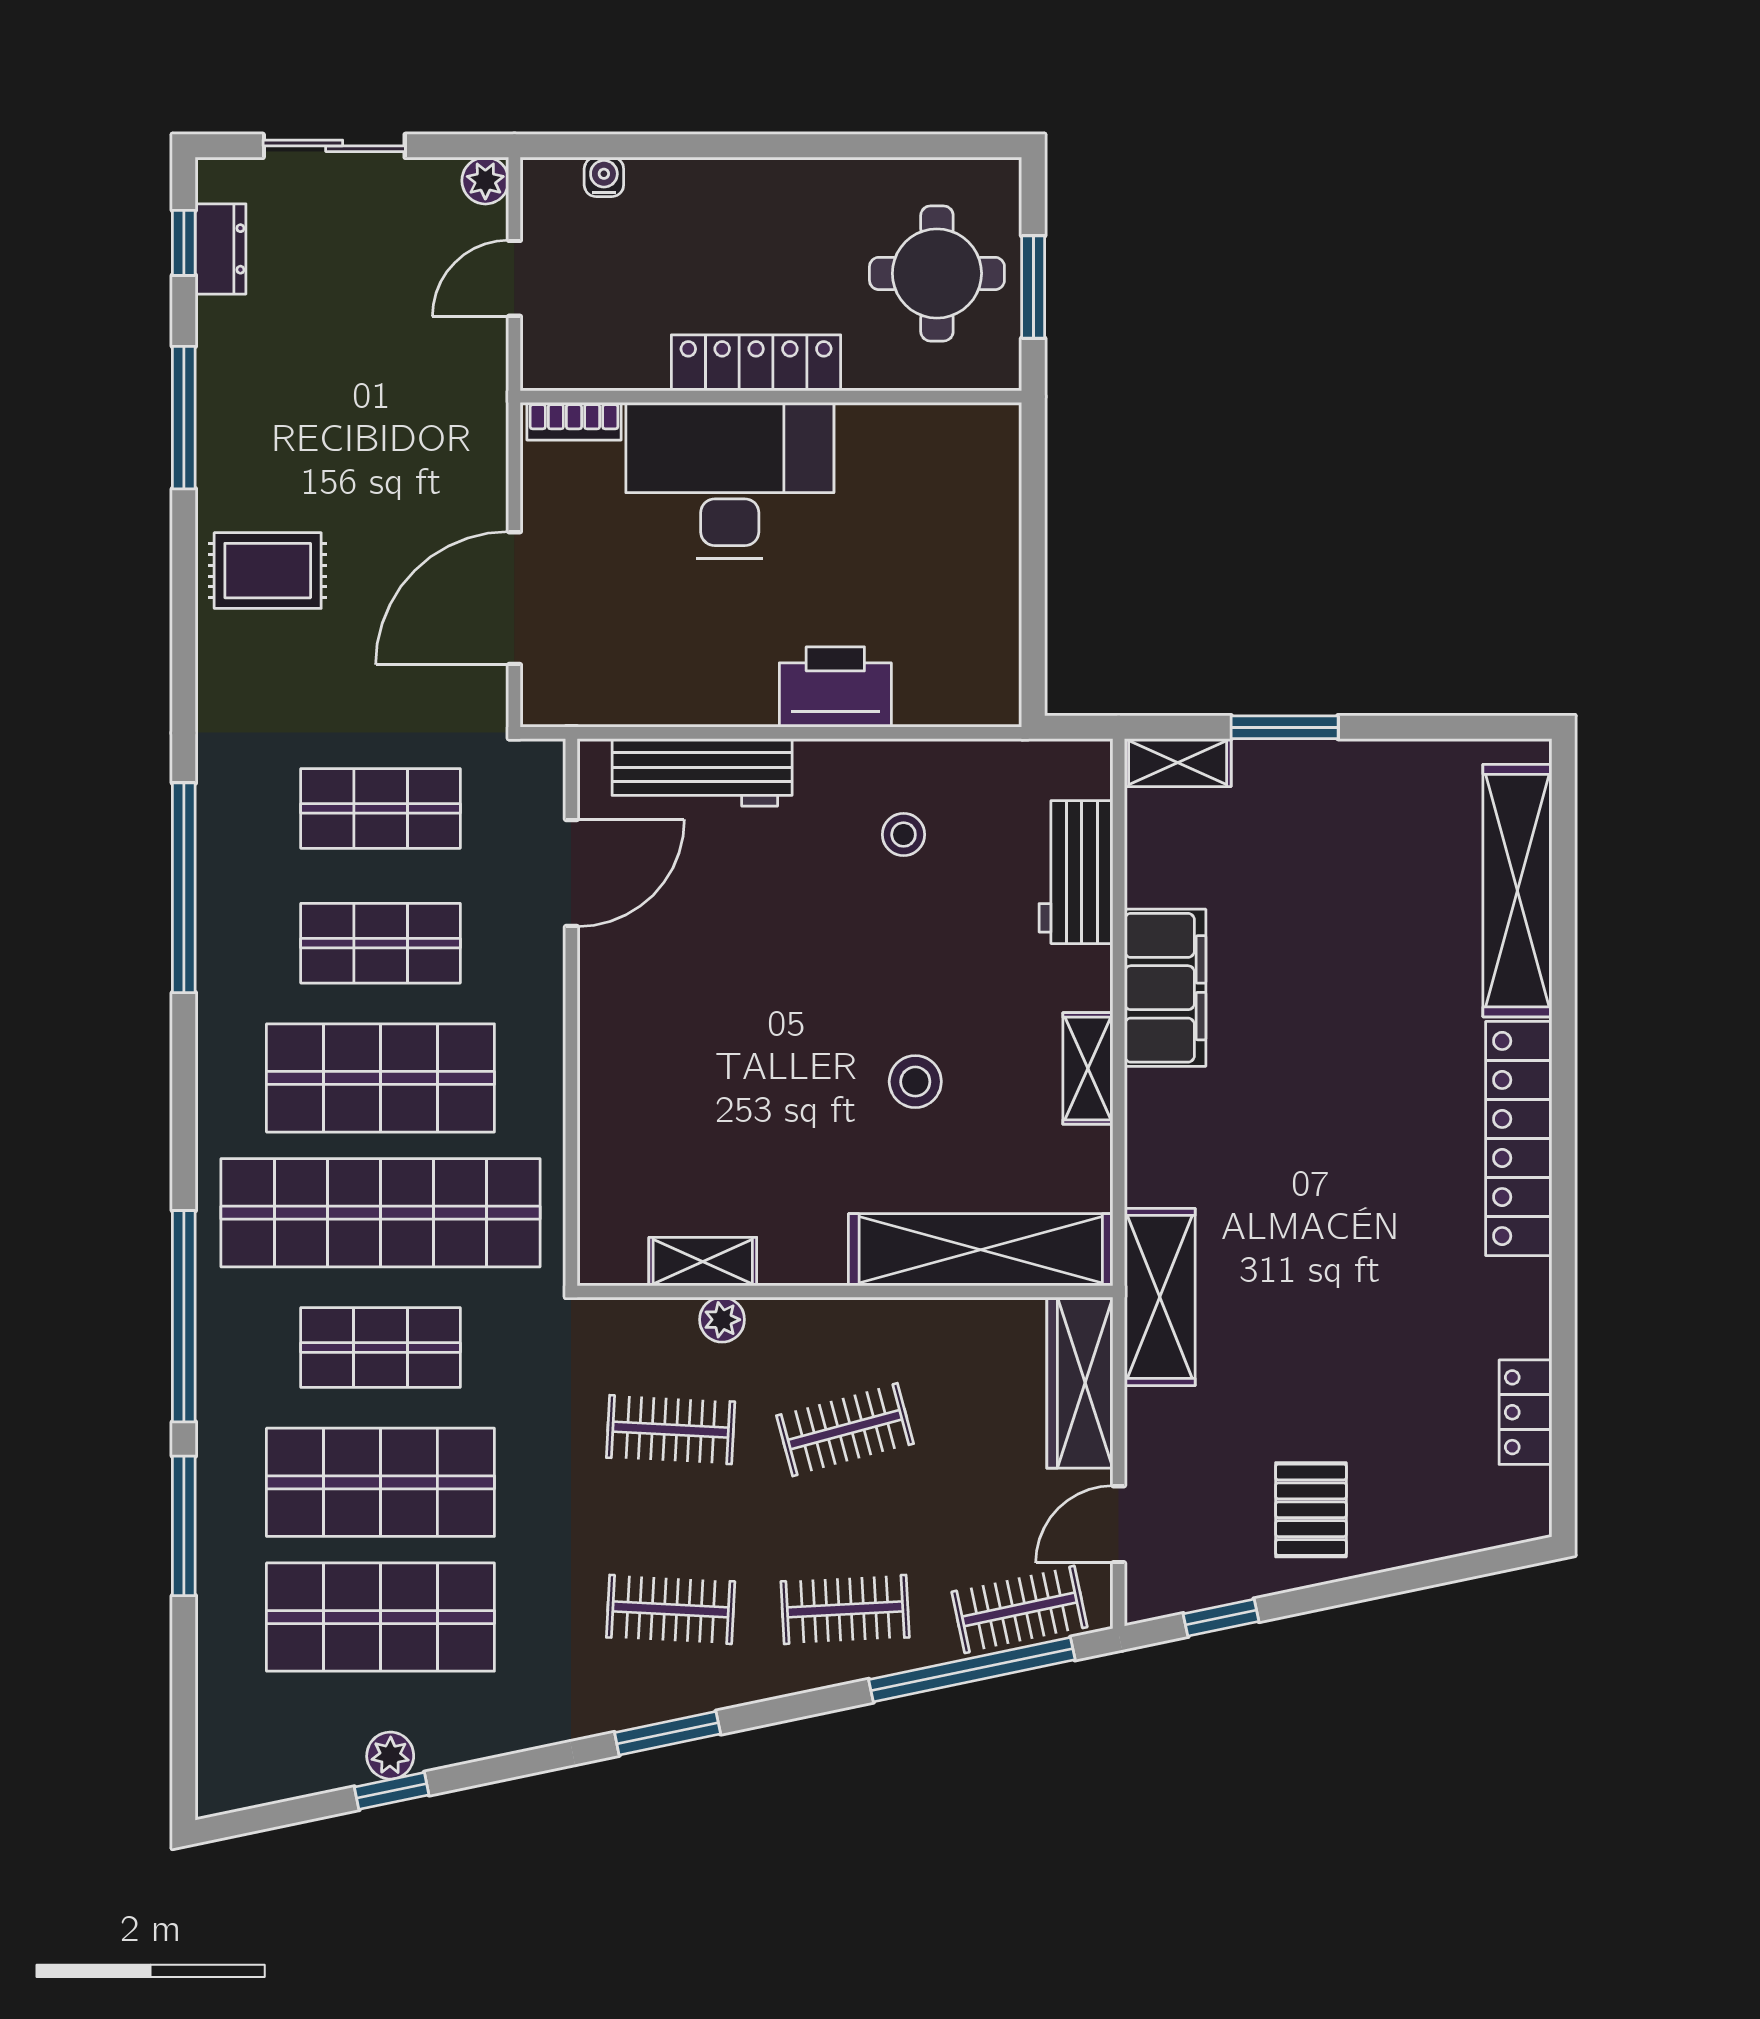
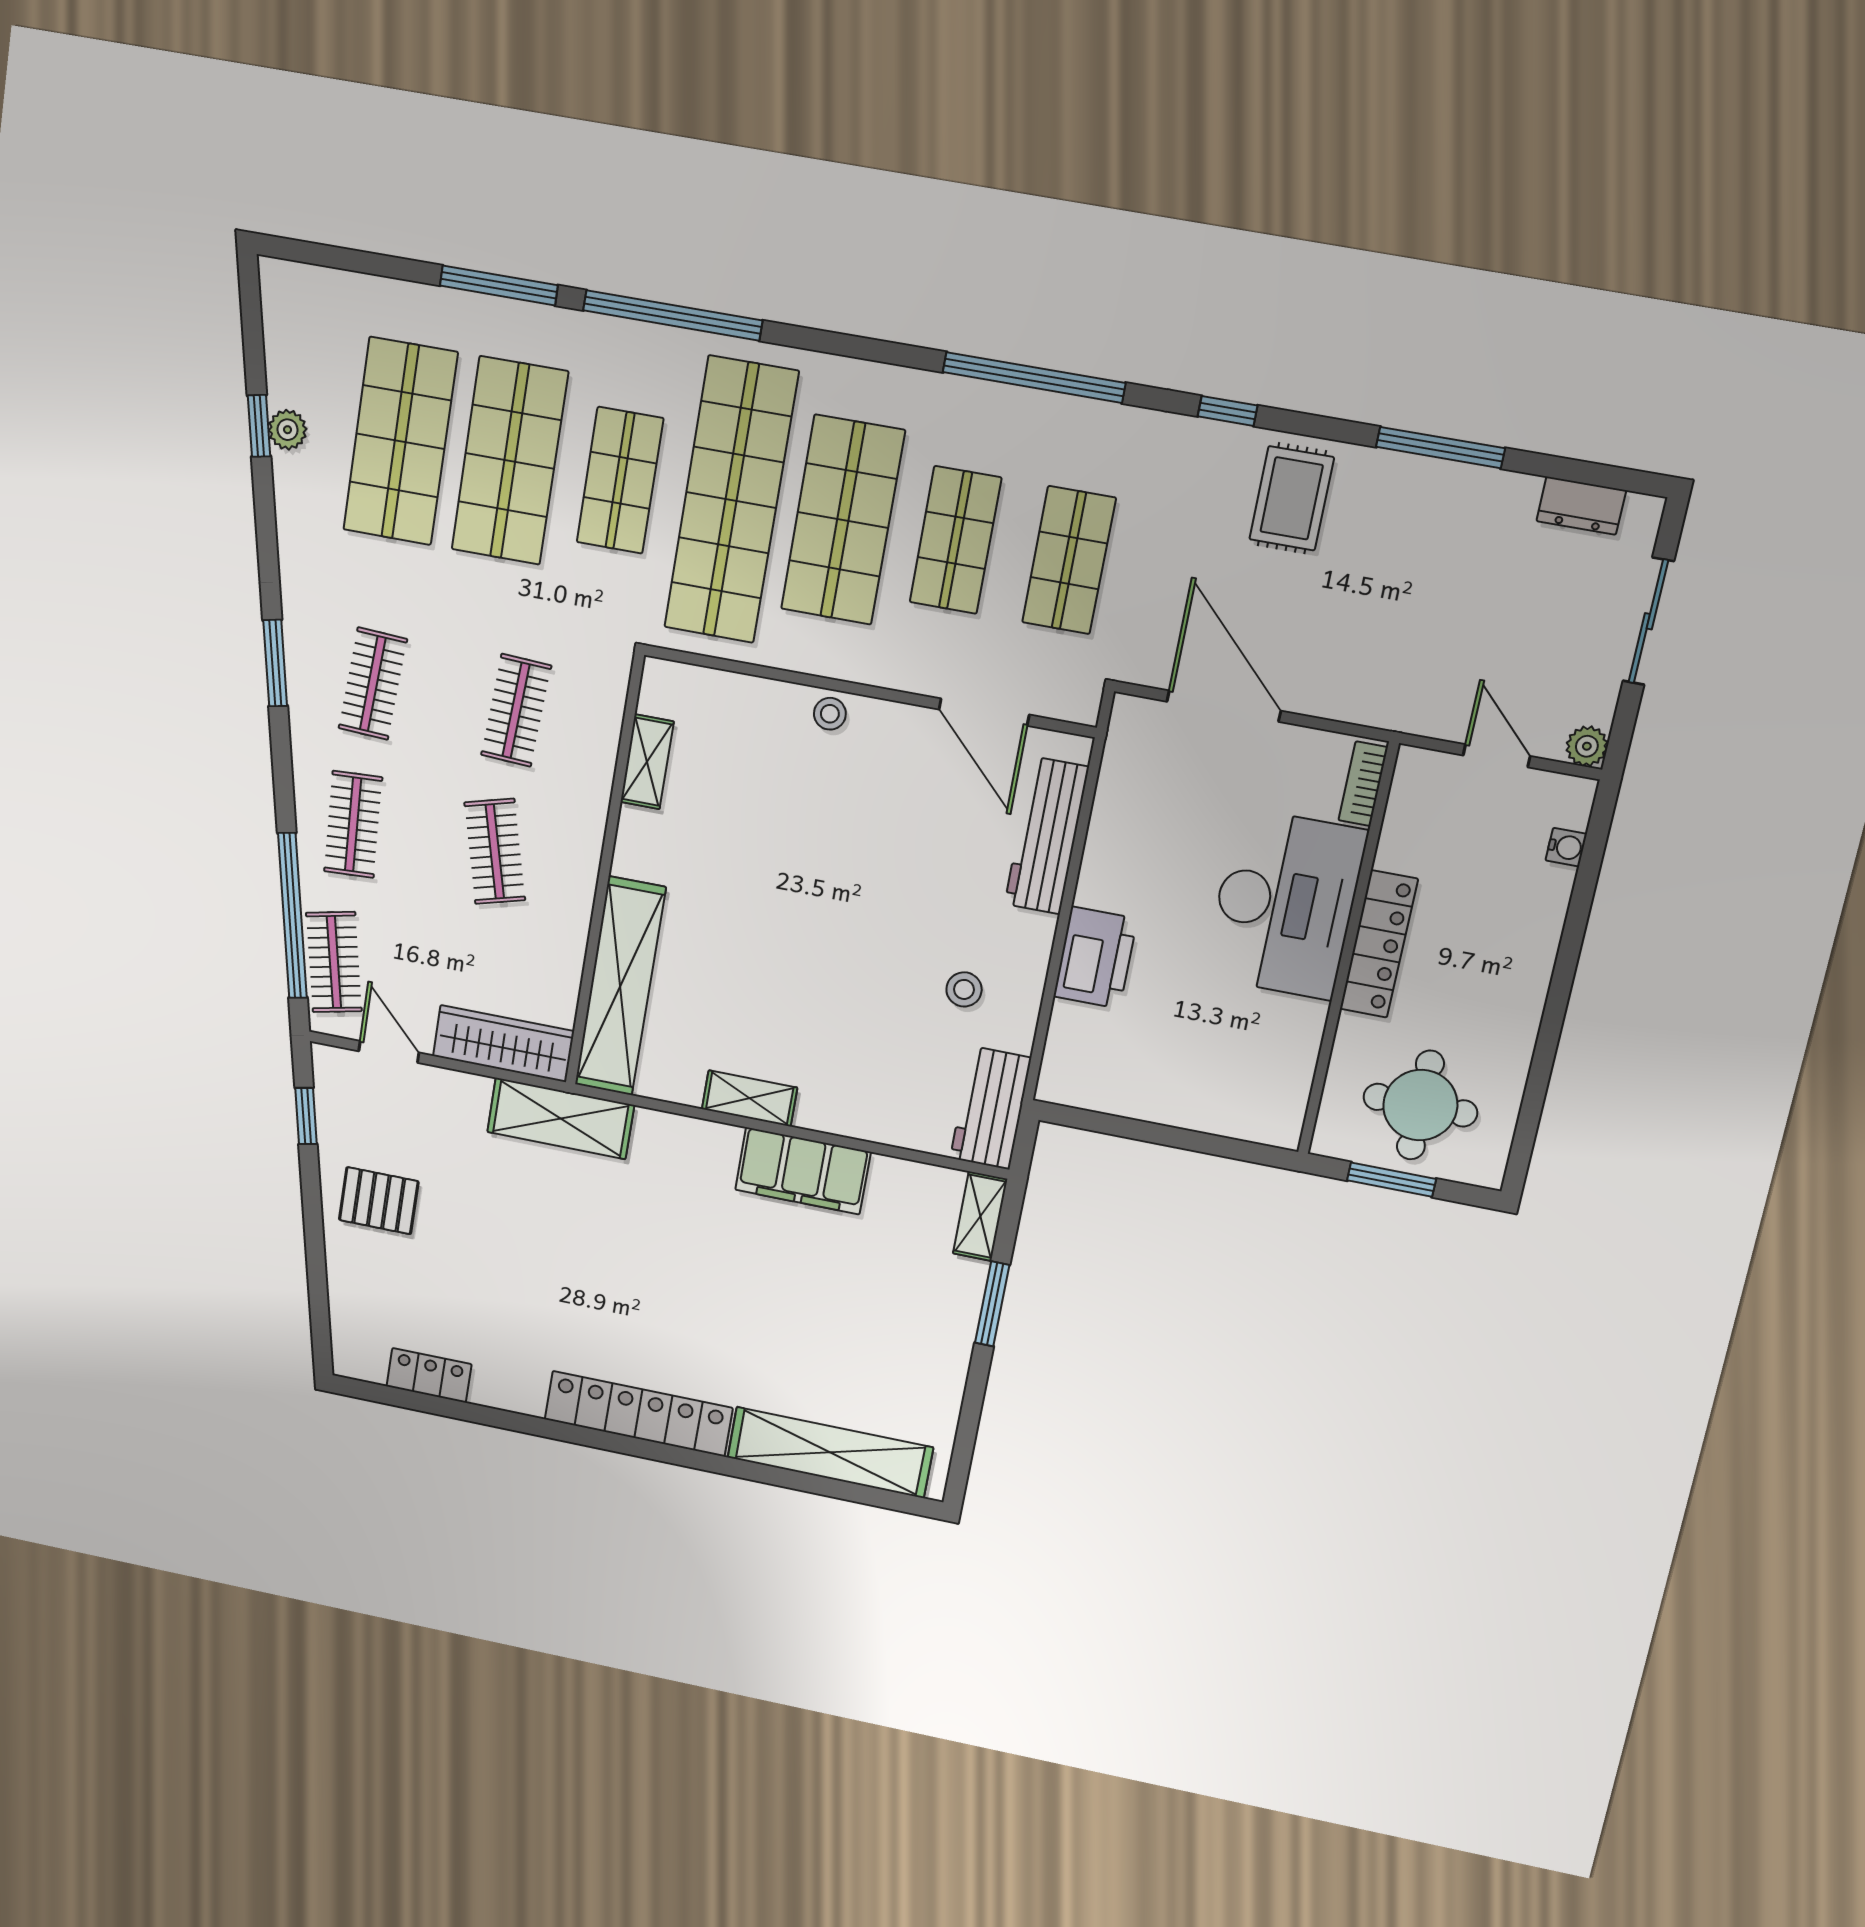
window: (184, 243) -> (1228, 411), moved
workbench: (1076, 872) -> (991, 1108), moved, turned -90
stool: (915, 1082) -> (830, 714), moved, width x0.73, depth x0.73
plant: (722, 1320) -> (598, 769), removed

